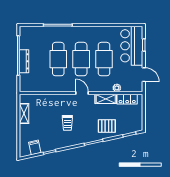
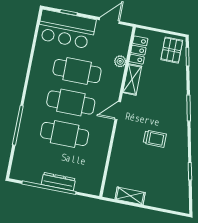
pallet: (107, 126) -> (172, 50), moved
filing cabinet: (35, 147) -> (180, 190), removed

